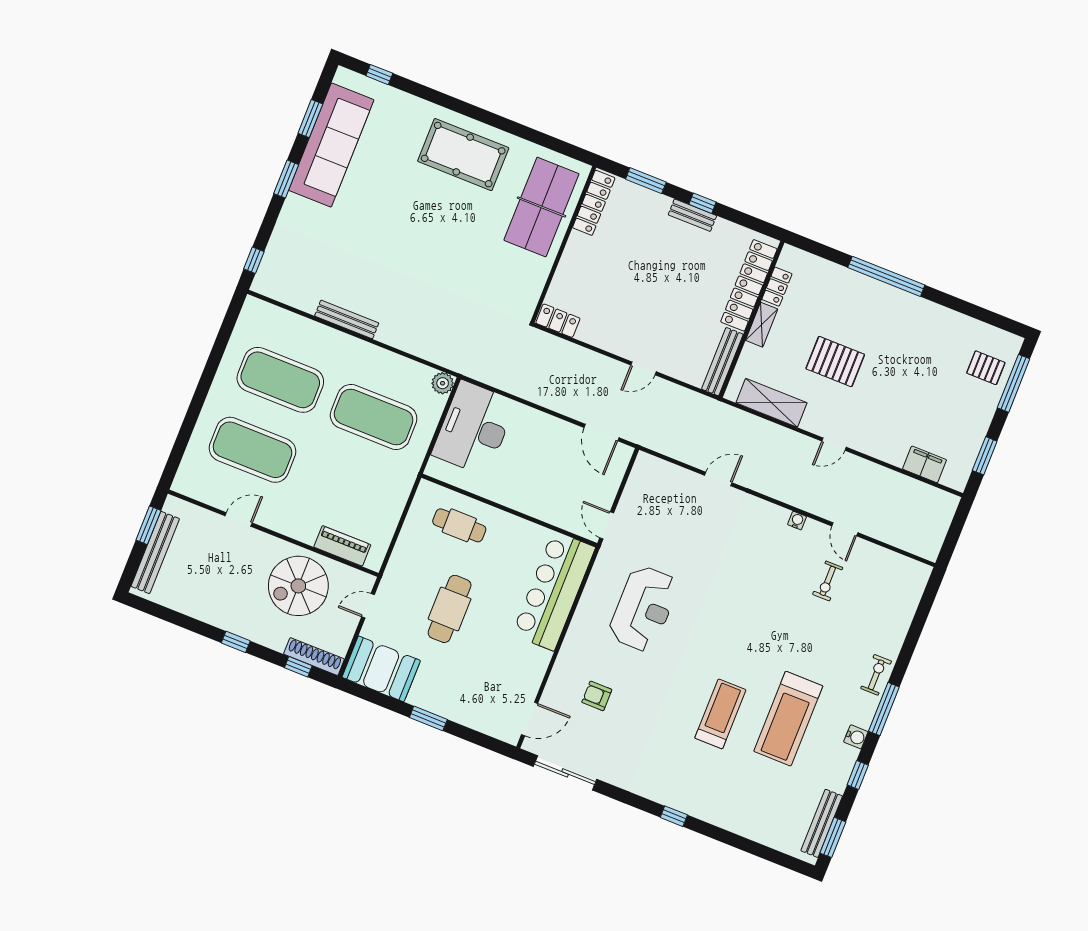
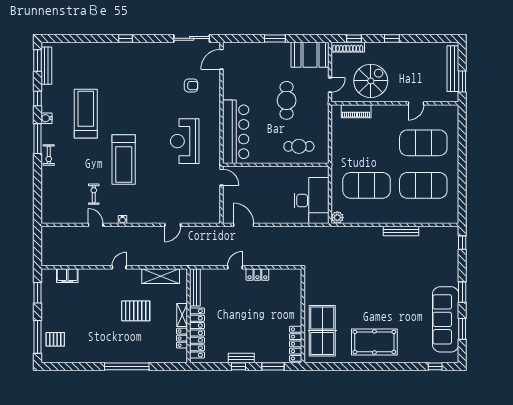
locker: (558, 321) -> (257, 274), moved
treadmill: (720, 714) -> (124, 160), moved, width x1.37, depth x1.38

